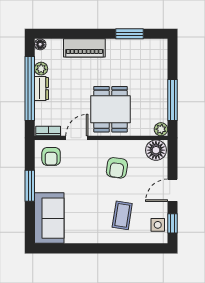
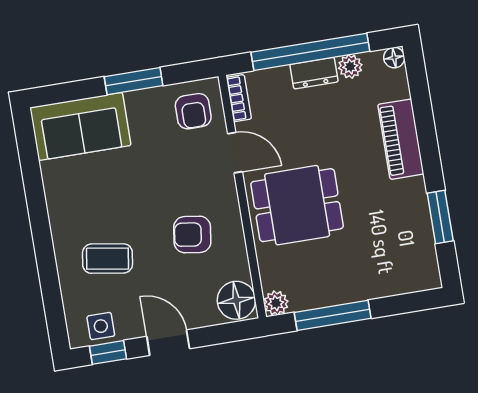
armchair: (51, 156) -> (193, 111), turned -90

